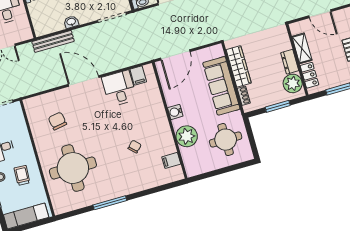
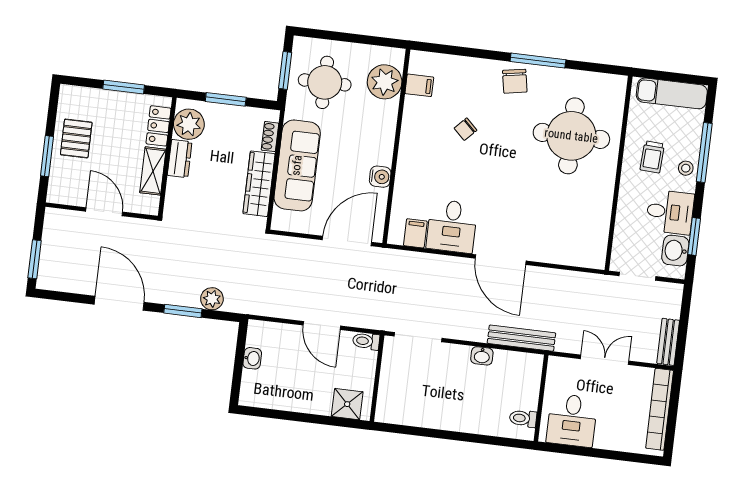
water cooler: (175, 112) -> (380, 177), moved
chair: (57, 121) -> (515, 81), moved
plant: (187, 136) -> (385, 82), moved
window: (251, 137) -> (285, 70), added

